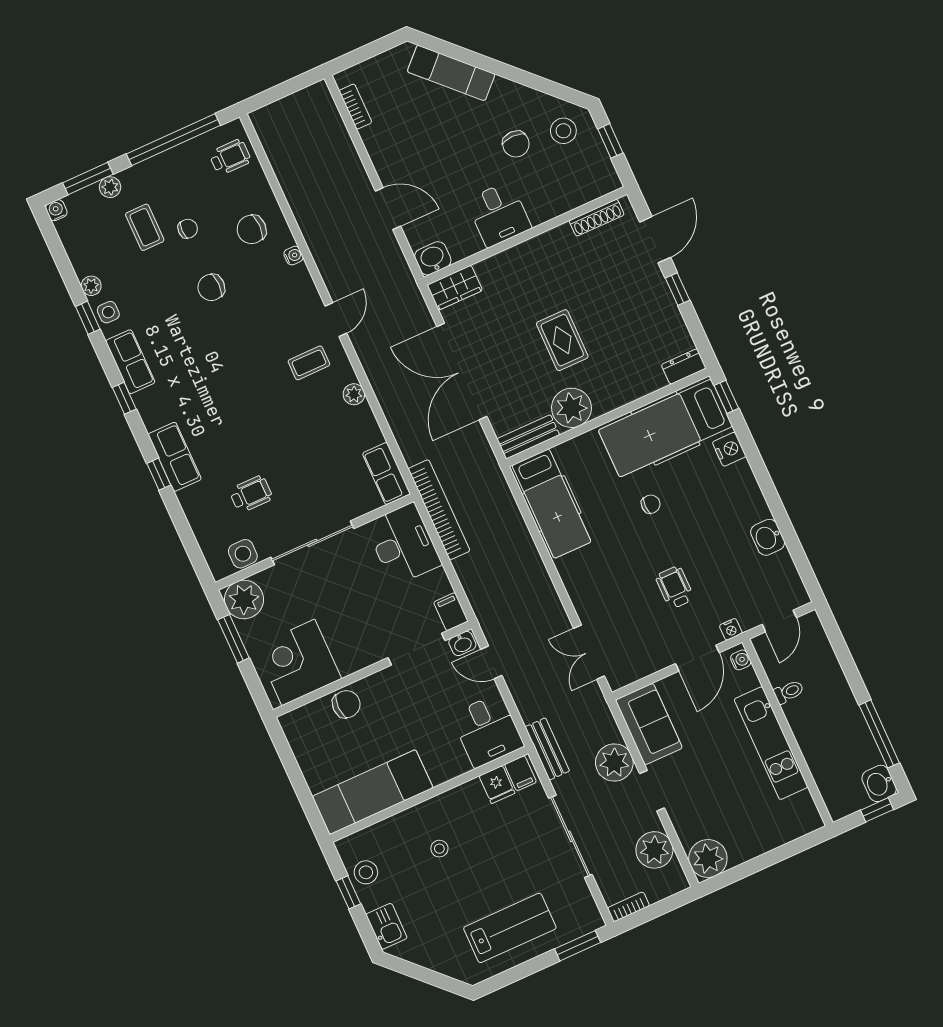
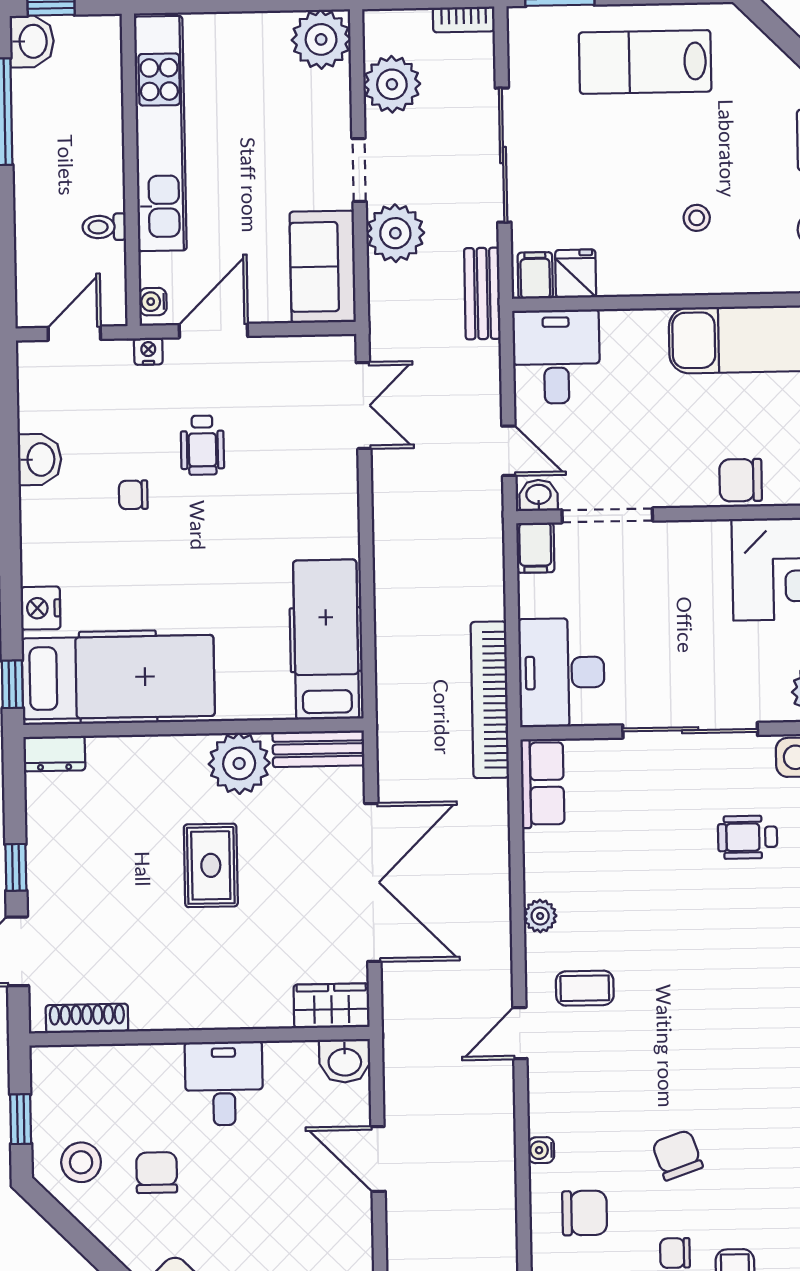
chair: (211, 287) -> (677, 1155), turned -109
chair: (651, 504) -> (133, 495), moved
kitchen unit: (771, 743) -> (160, 134), width x1.36

